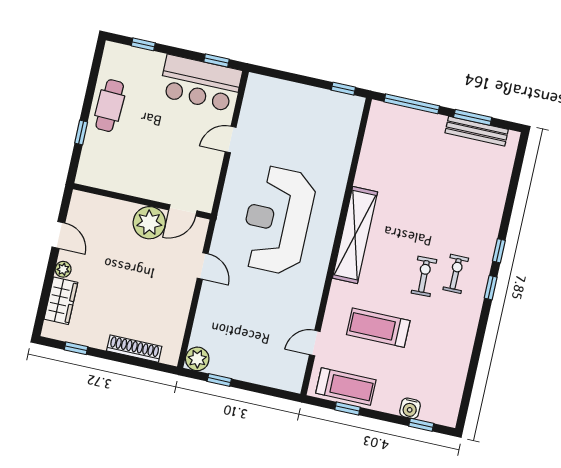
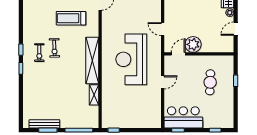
cafe table: (110, 106) -> (210, 82), moved
door: (231, 140) -> (163, 82), moved
shelving: (367, 167) -> (94, 95), added
reception desk: (277, 220) -> (131, 59), turned 180
door: (58, 235) -> (236, 29), hinge flipped
treadmill: (378, 328) -> (71, 18), turned 180

